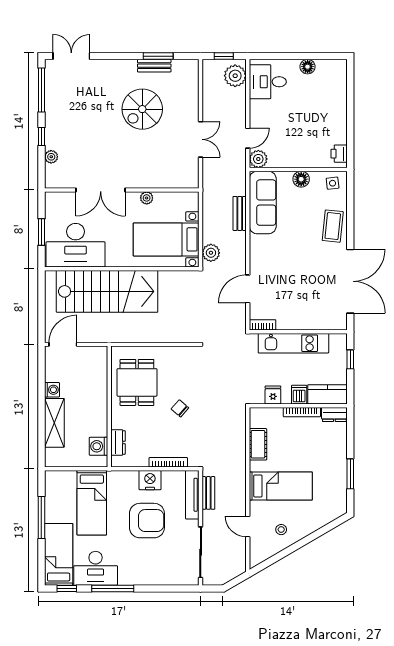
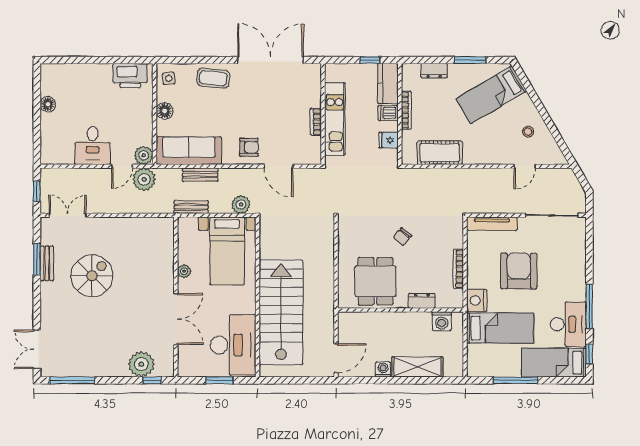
plant: (235, 76) -> (144, 179), moved
desk: (268, 82) -> (93, 146), moved
spiral stairs: (142, 109) -> (92, 276), turned -90
window: (41, 136) -> (152, 380), moved
door: (248, 138) -> (122, 166), swing flipped
double door: (201, 139) -> (68, 215), moved
printer: (339, 154) -> (130, 76), width x1.87, depth x1.48
plant: (51, 157) -> (141, 364), width x1.88, depth x1.88
armchair: (266, 260) -> (249, 147), added
bookcase: (263, 325) -> (316, 122), moved
door: (63, 344) -> (336, 358), swing flipped
window: (350, 359) -> (370, 60), moved
dining table: (137, 382) -> (375, 281), turned 90
dresser: (334, 415) -> (434, 71), moved, turned 90
dresser: (118, 442) -> (422, 301), moved
cot: (258, 444) -> (440, 153), width x1.37, depth x1.34
bookcase: (168, 462) -> (458, 269), moved
nightstand: (150, 480) -> (477, 300), moved
bed: (281, 486) -> (491, 95), moved, turned -120
bench: (208, 493) -> (191, 207), moved

